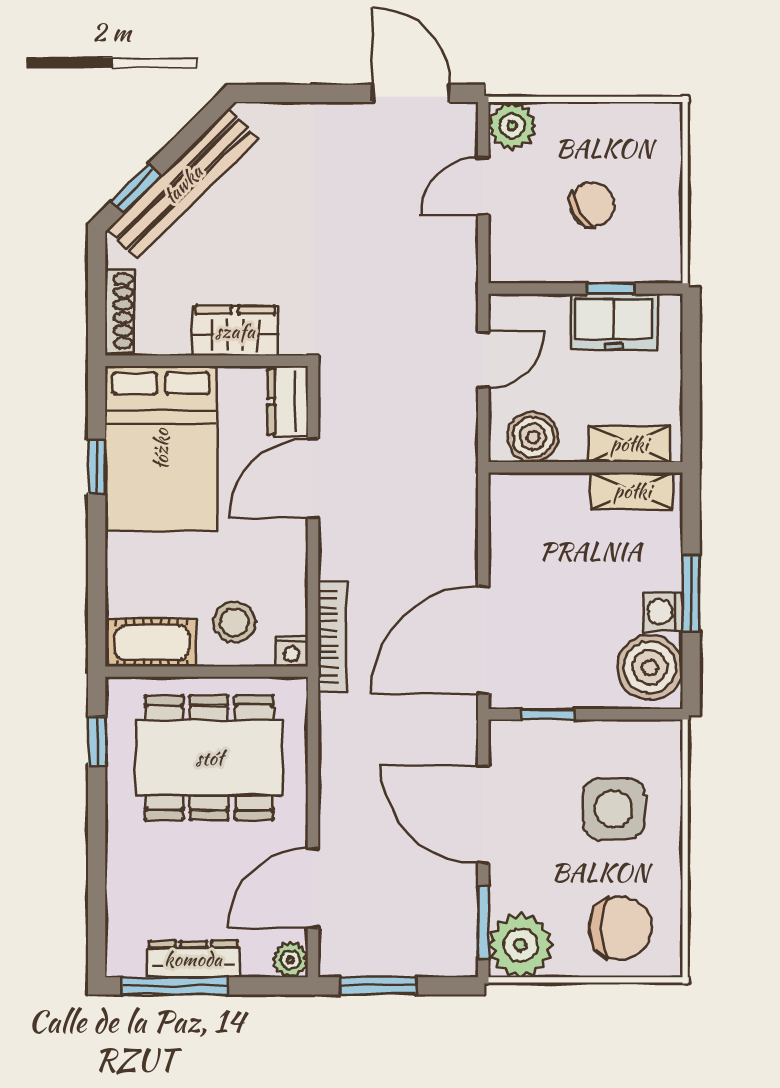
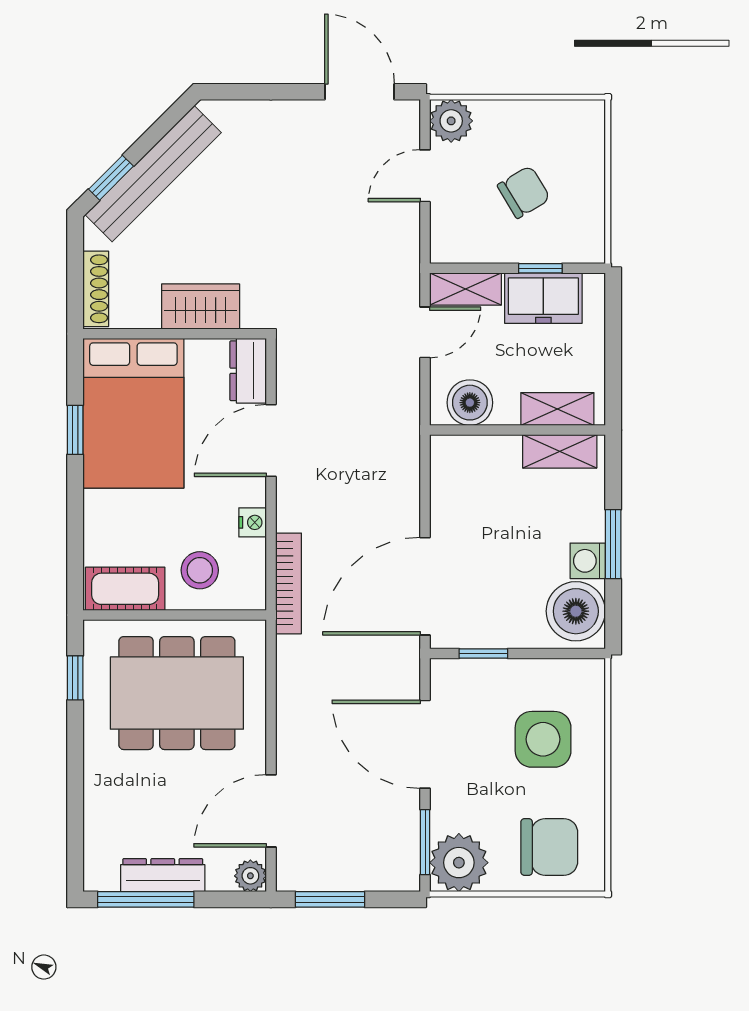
shelving: (528, 311) -> (466, 289), added
nightstand: (292, 651) -> (253, 522), moved, turned -90

